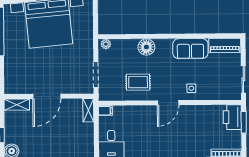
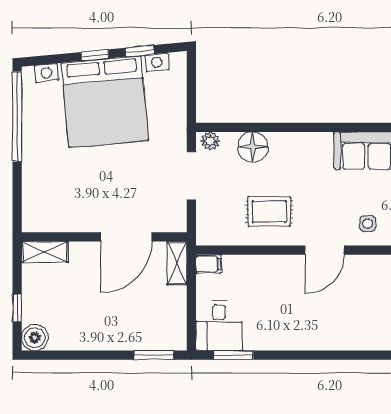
floor lamp: (146, 47) -> (253, 147), moved
doorway: (96, 74) -> (191, 176), moved
door: (47, 96) -> (126, 237), moved

